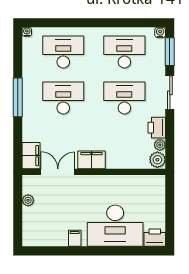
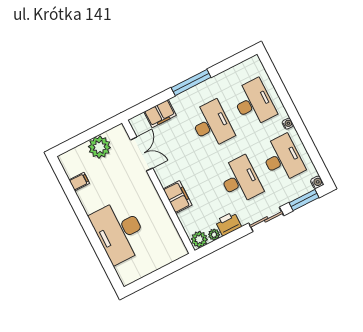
water cooler: (27, 32) -> (288, 124), moved
filing cabinet: (31, 156) -> (160, 114), moved
filing cabinet: (92, 160) -> (177, 197), moved
plant: (28, 200) -> (99, 147), width x1.87, depth x1.87
filing cabinet: (75, 238) -> (79, 182), moved
printer: (155, 238) -> (127, 273), removed

